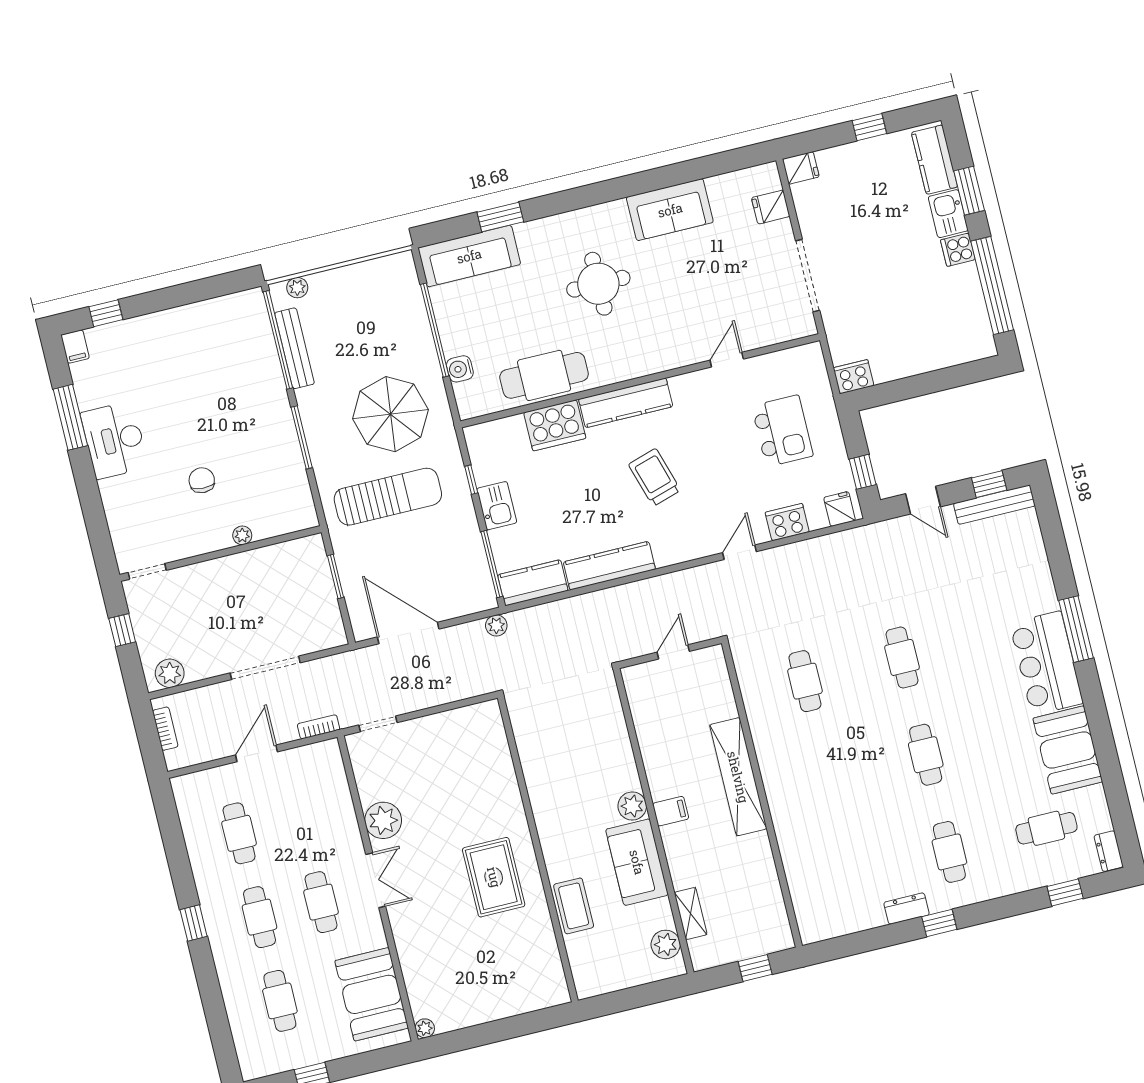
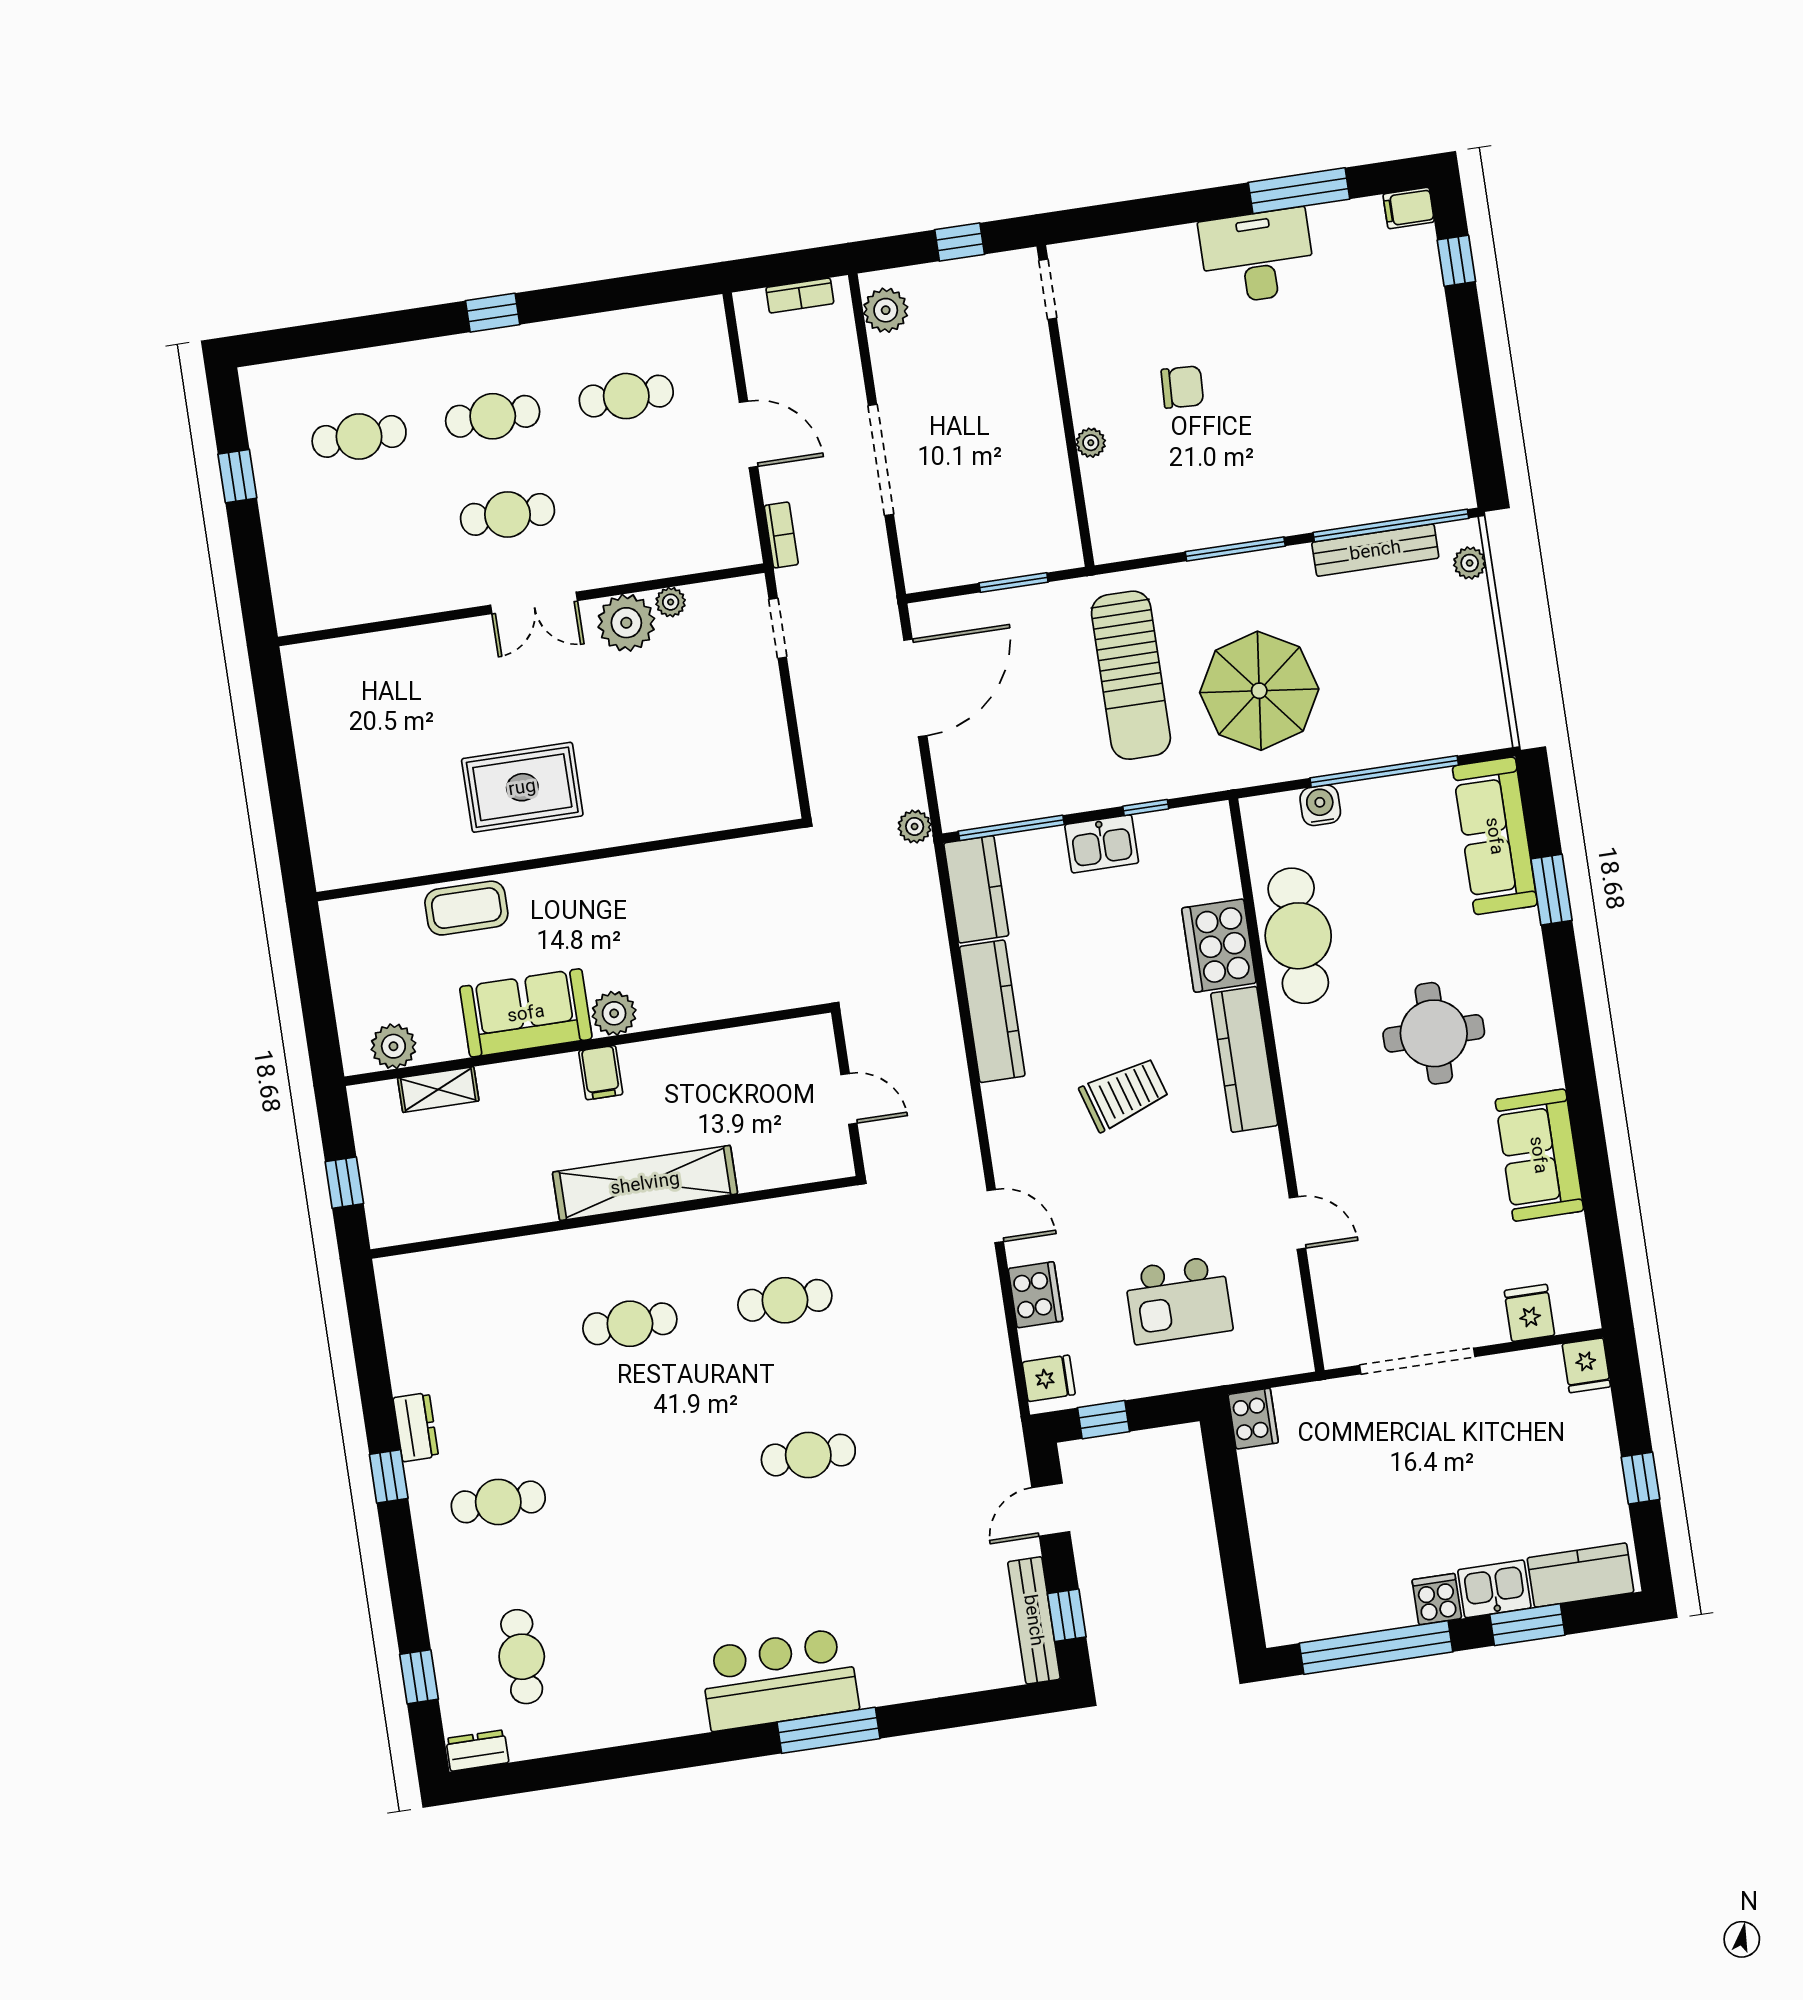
booth: (1068, 750) -> (641, 1701), removed
cafe table: (926, 755) -> (630, 1324), moved
booth: (372, 994) -> (356, 581), removed
plant: (425, 1028) -> (671, 602), moved

